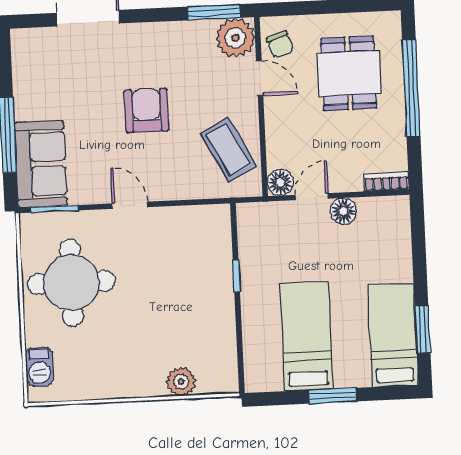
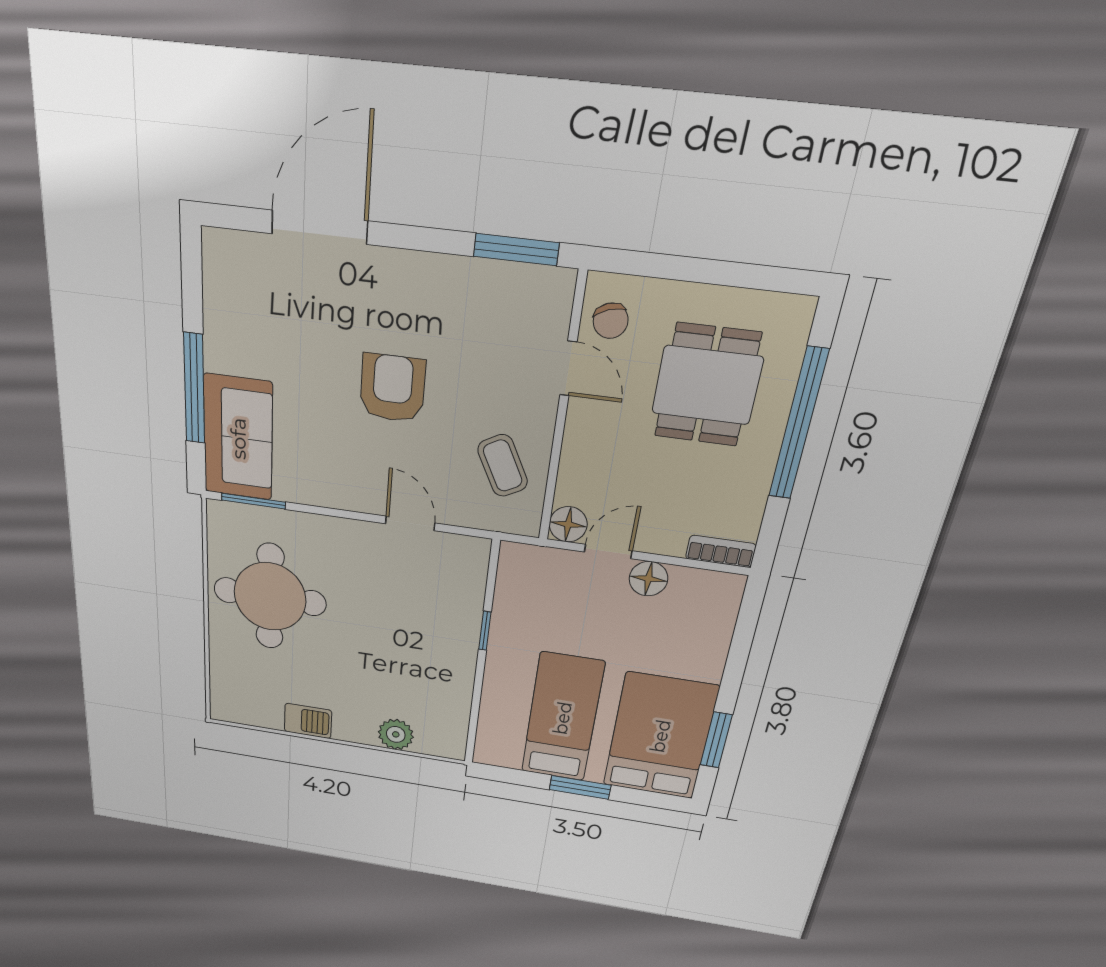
plant: (235, 38) -> (543, 298), removed
coffee table: (228, 150) -> (503, 466), width x0.73, depth x0.77
door: (130, 205) -> (410, 523), moved
bed: (393, 335) -> (660, 736), width x1.50
barbecue: (39, 366) -> (308, 721), moved, turned -90

